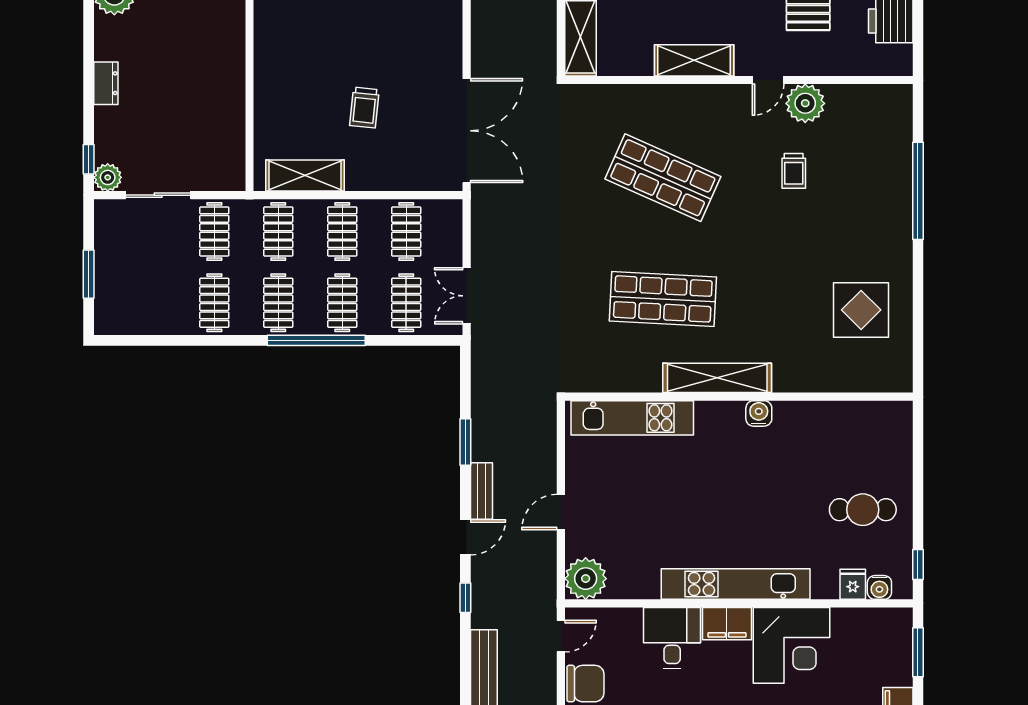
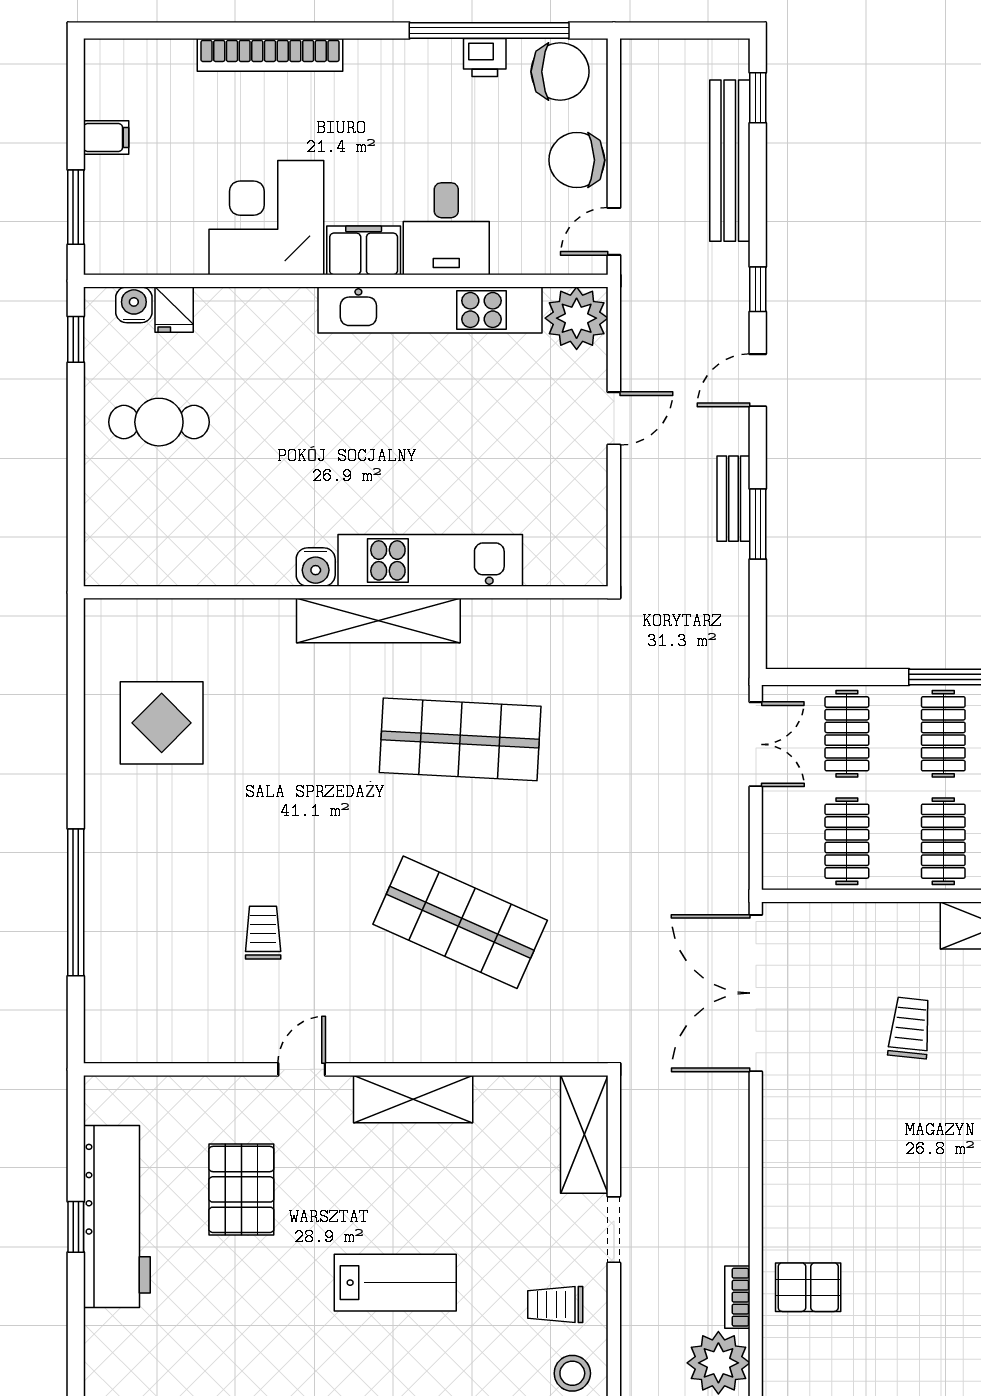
plant: (805, 103) -> (246, 1034), removed
kitchen unit: (632, 418) -> (430, 560), moved
bench: (481, 491) -> (734, 499), moved
kitchen unit: (736, 584) -> (430, 310), moved

